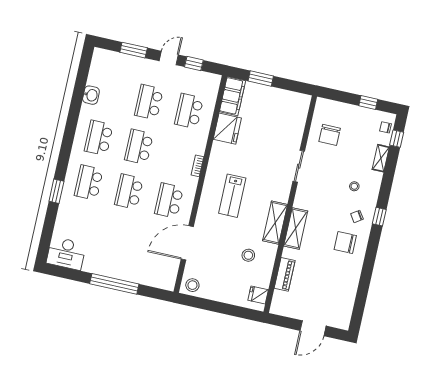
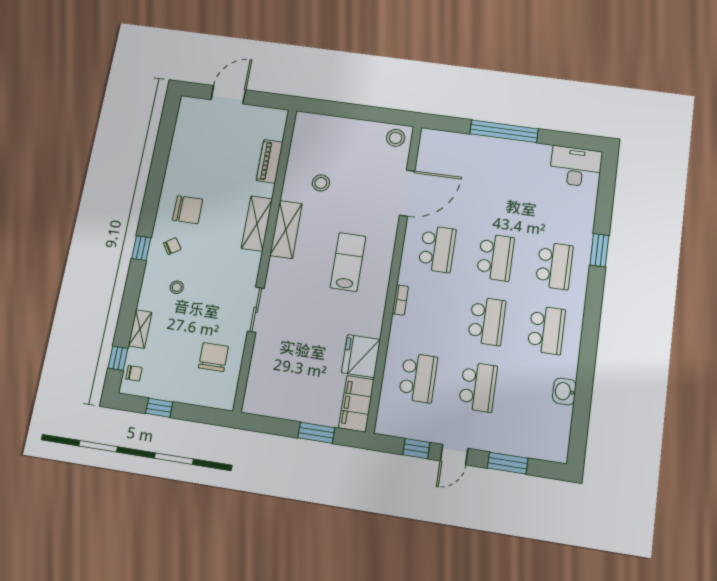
fridge: (258, 295) -> (305, 132), removed

